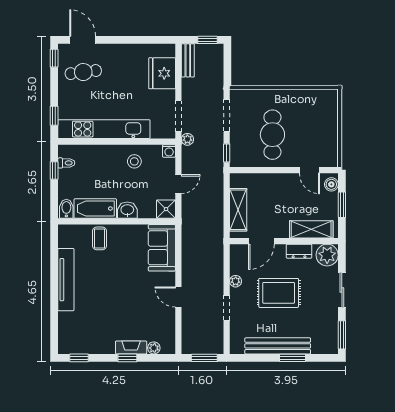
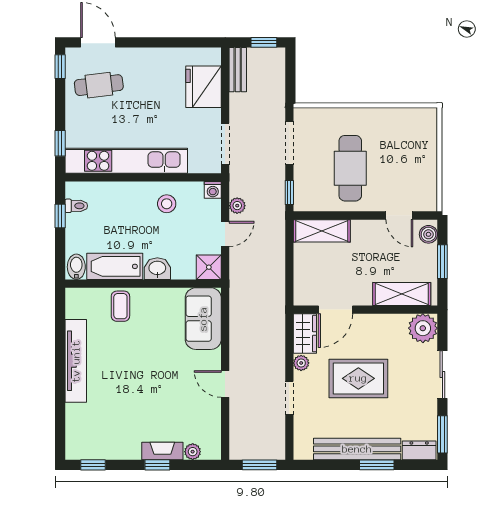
plant: (187, 139) -> (237, 206), moved
shelving: (238, 210) -> (322, 231), moved, turned 90
dresser: (299, 251) -> (419, 450), moved, turned 180
wardrobe: (238, 259) -> (305, 334), added

